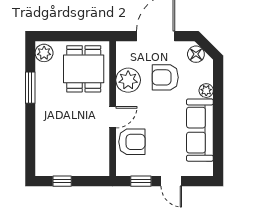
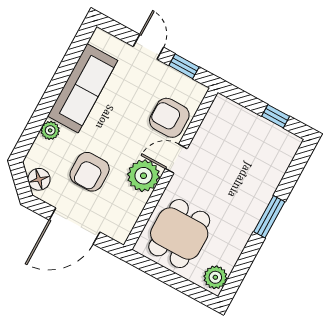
armchair: (165, 77) -> (90, 172), turned 90
plant: (128, 80) -> (144, 176), moved
window: (30, 88) -> (269, 217), moved

